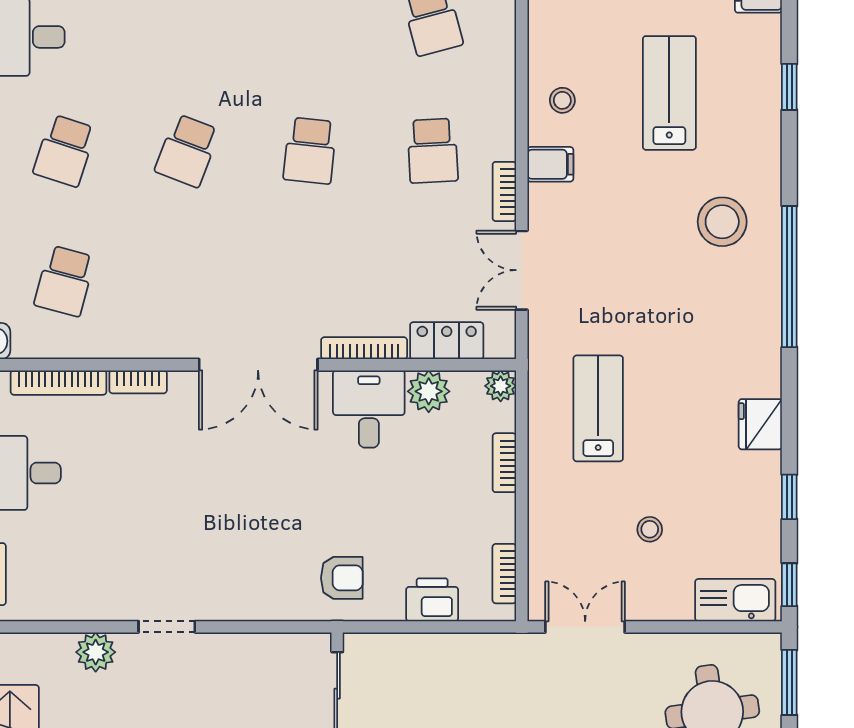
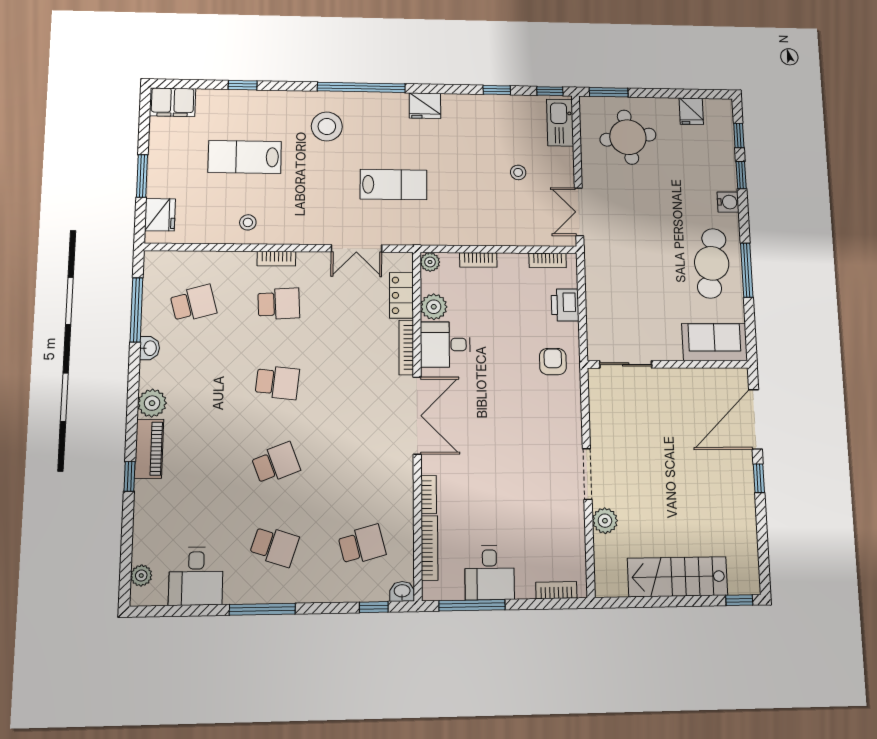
school desk: (187, 151) -> (276, 463), turned -42
filing cabinet: (550, 164) -> (289, 230), removed
bookcase: (504, 191) -> (276, 259), moved
school desk: (65, 281) -> (362, 545), turned -30
lab bench: (598, 408) -> (393, 185), moved, turned 180
fridge: (760, 424) -> (425, 106), moved
doorway: (167, 627) -> (587, 474), width x1.38

